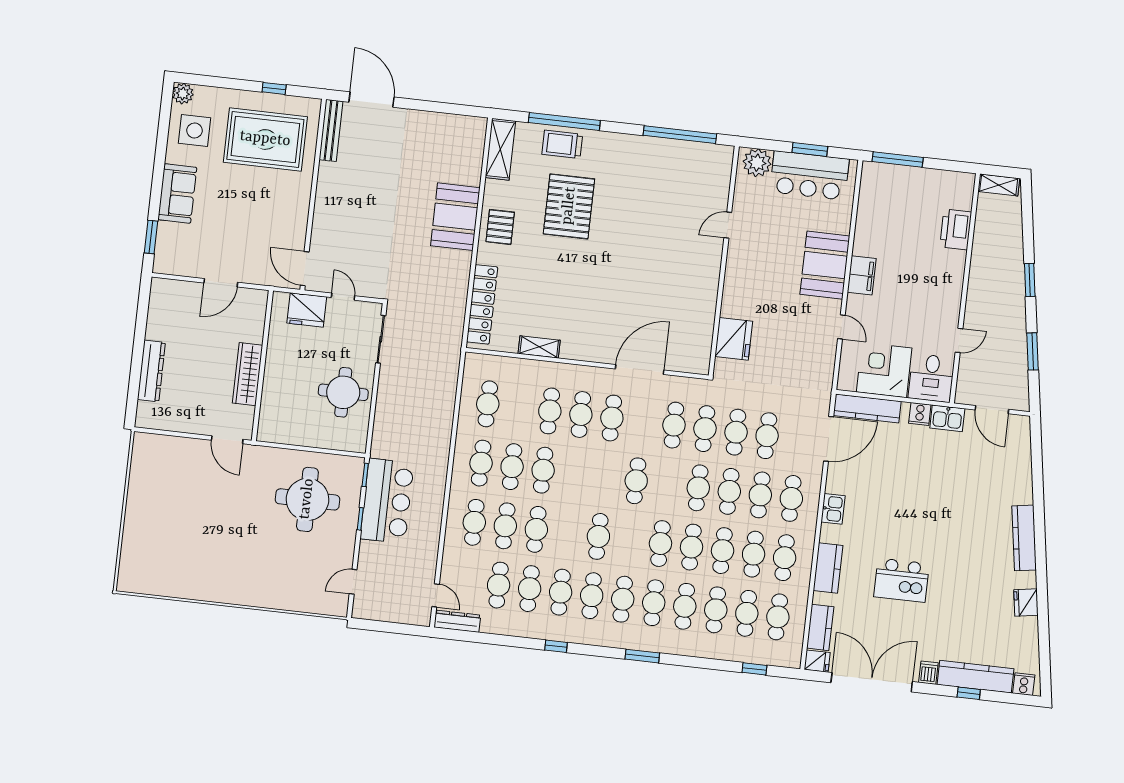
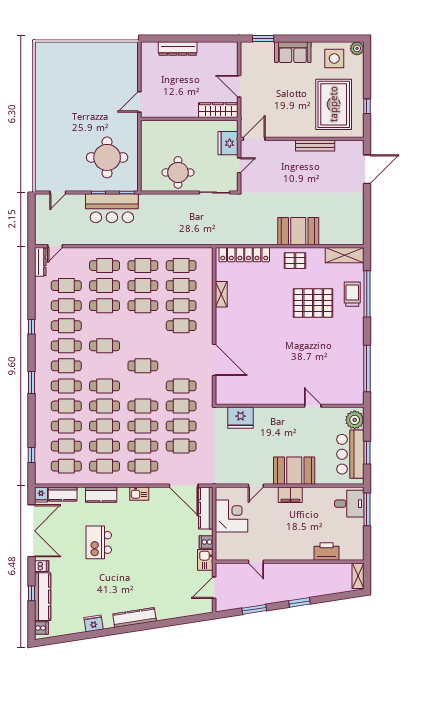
bench: (331, 130) -> (315, 146), moved
wardrobe: (248, 374) -> (218, 110), moved
desk: (931, 378) -> (349, 504), moved, turned 180
cafe table: (612, 418) -> (181, 286), moved
door: (353, 582) -> (58, 192), swing flipped

